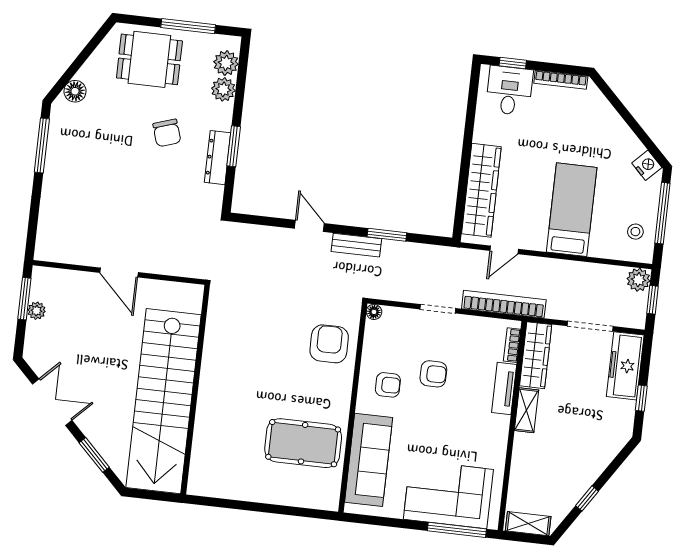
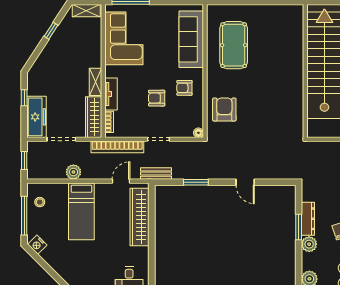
plant: (223, 89) -> (309, 244), moved
bench: (356, 245) -> (156, 174), moved
plant: (638, 280) -> (73, 172), moved
armchair: (329, 344) -> (224, 109), turned 180
pool table: (303, 443) -> (234, 45), turned 90
corner sofa: (448, 494) -> (124, 38), moved, turned -90

